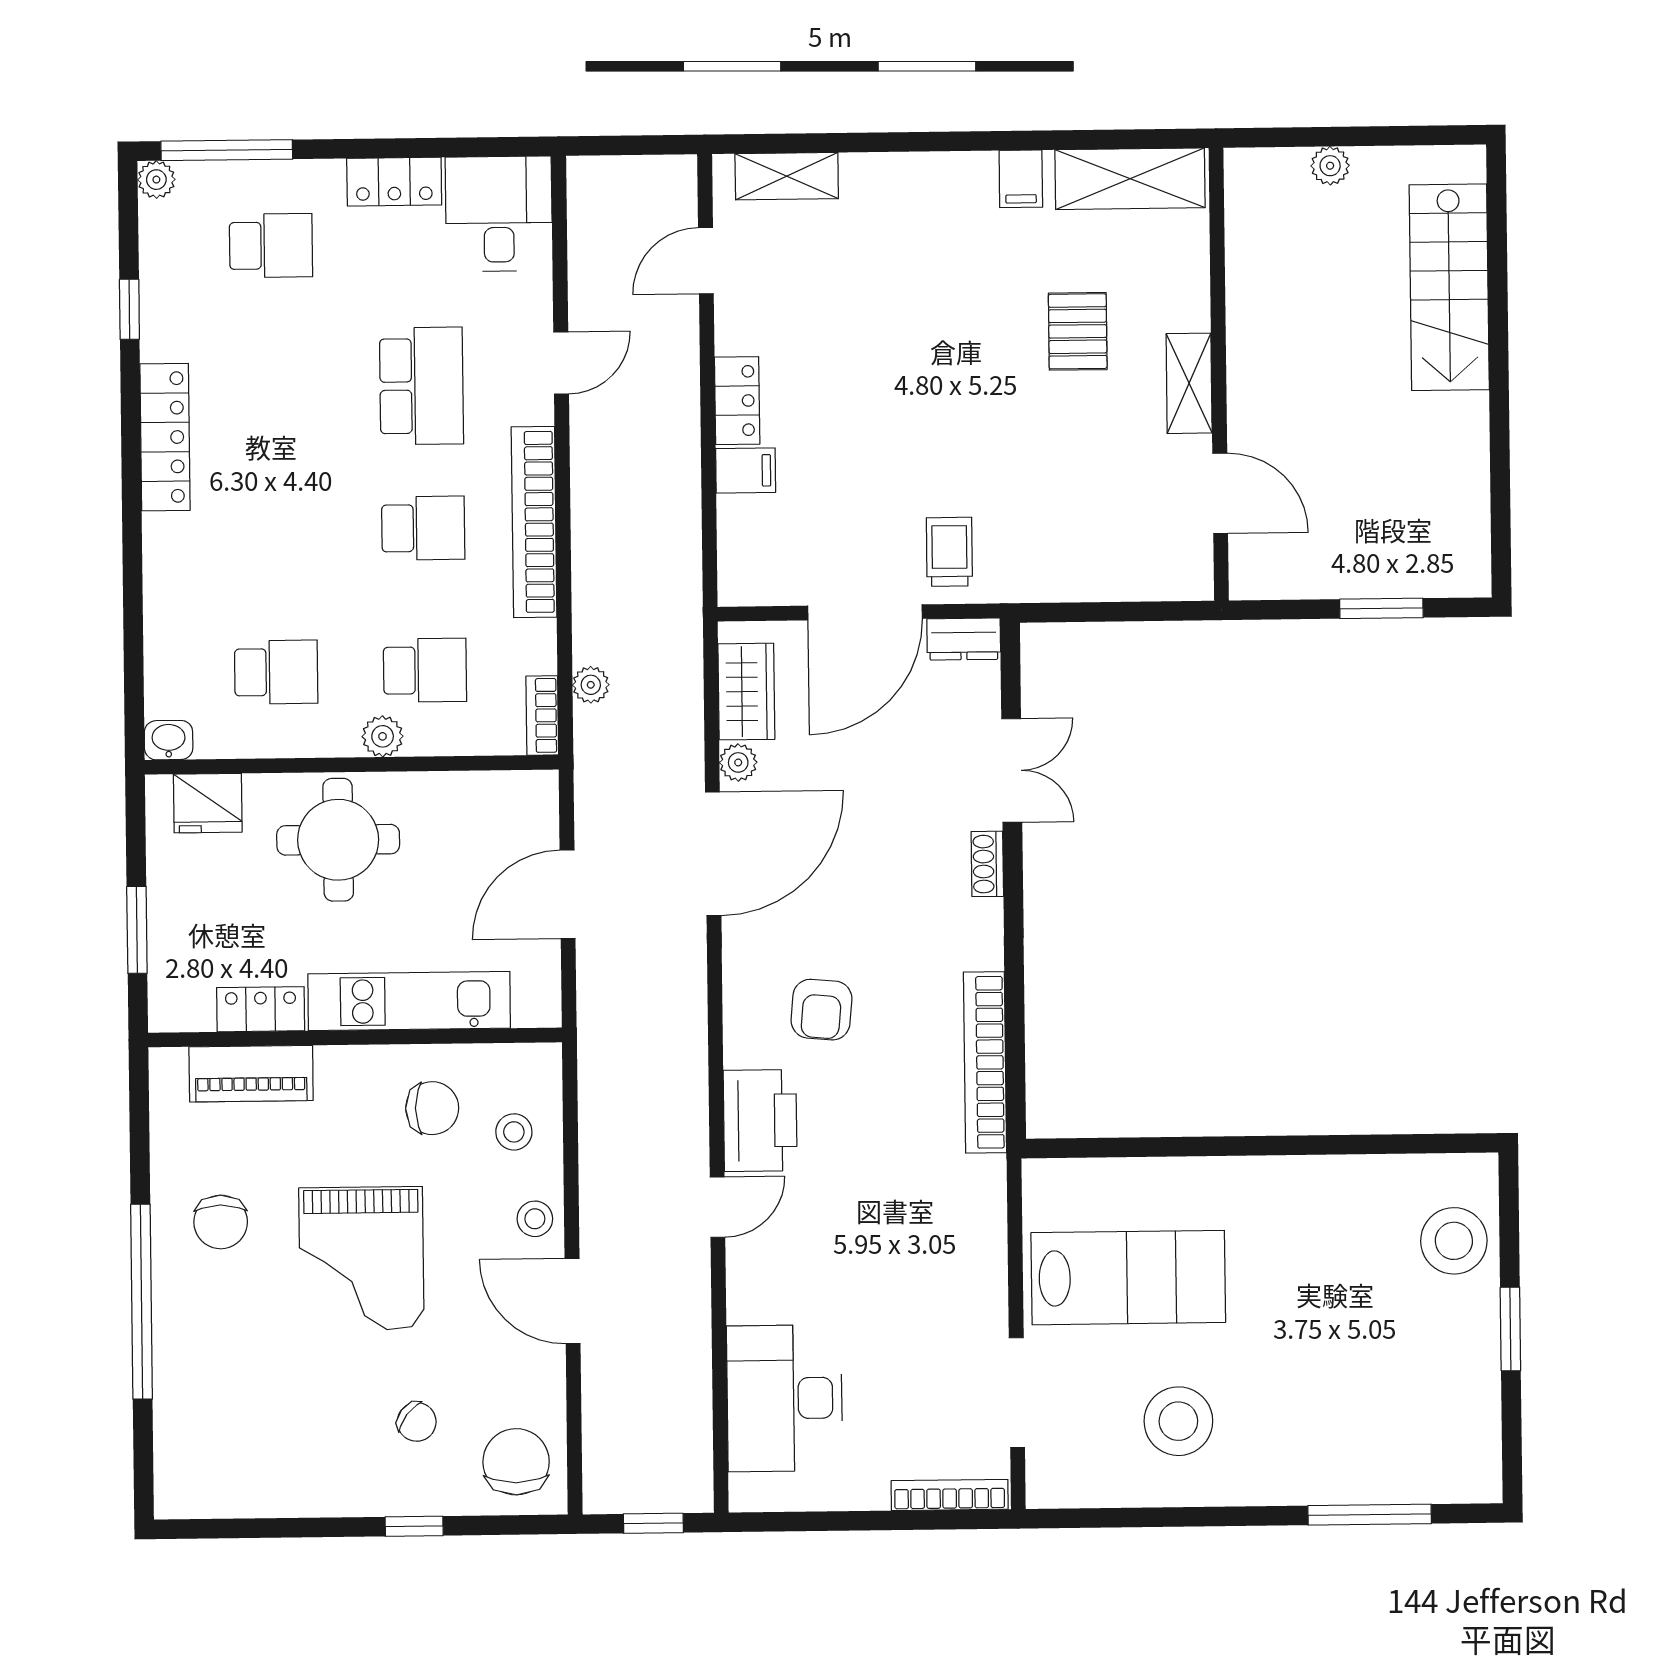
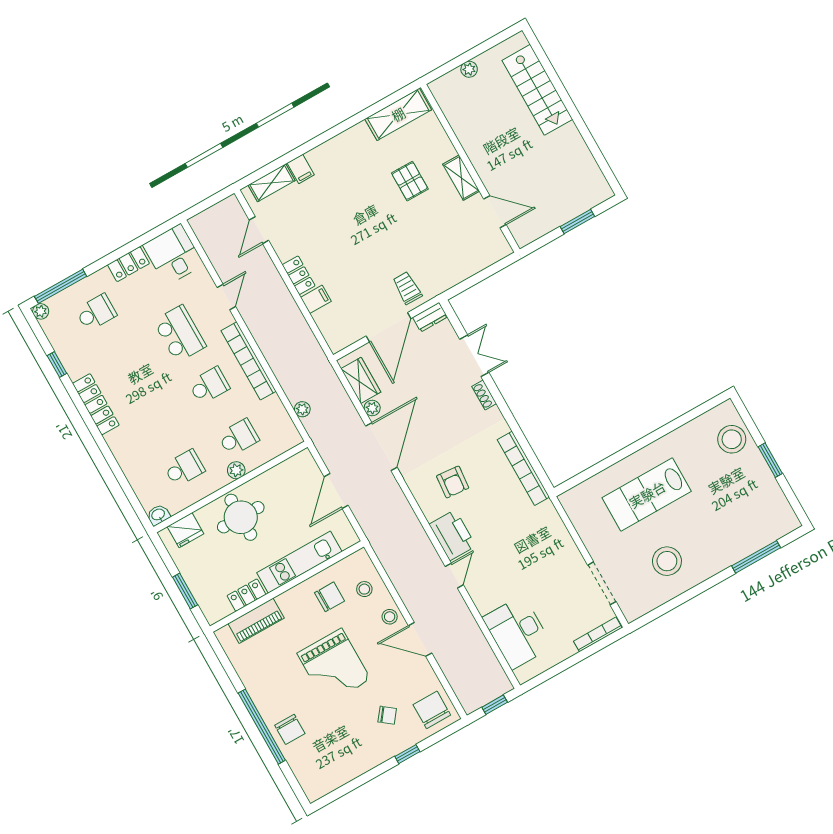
filing cabinet: (1021, 179) -> (301, 169), moved
bookcase: (542, 715) -> (291, 430), removed
chair: (221, 1222) -> (290, 729), moved
lab bench: (1128, 1278) -> (647, 494), moved, turned 180

